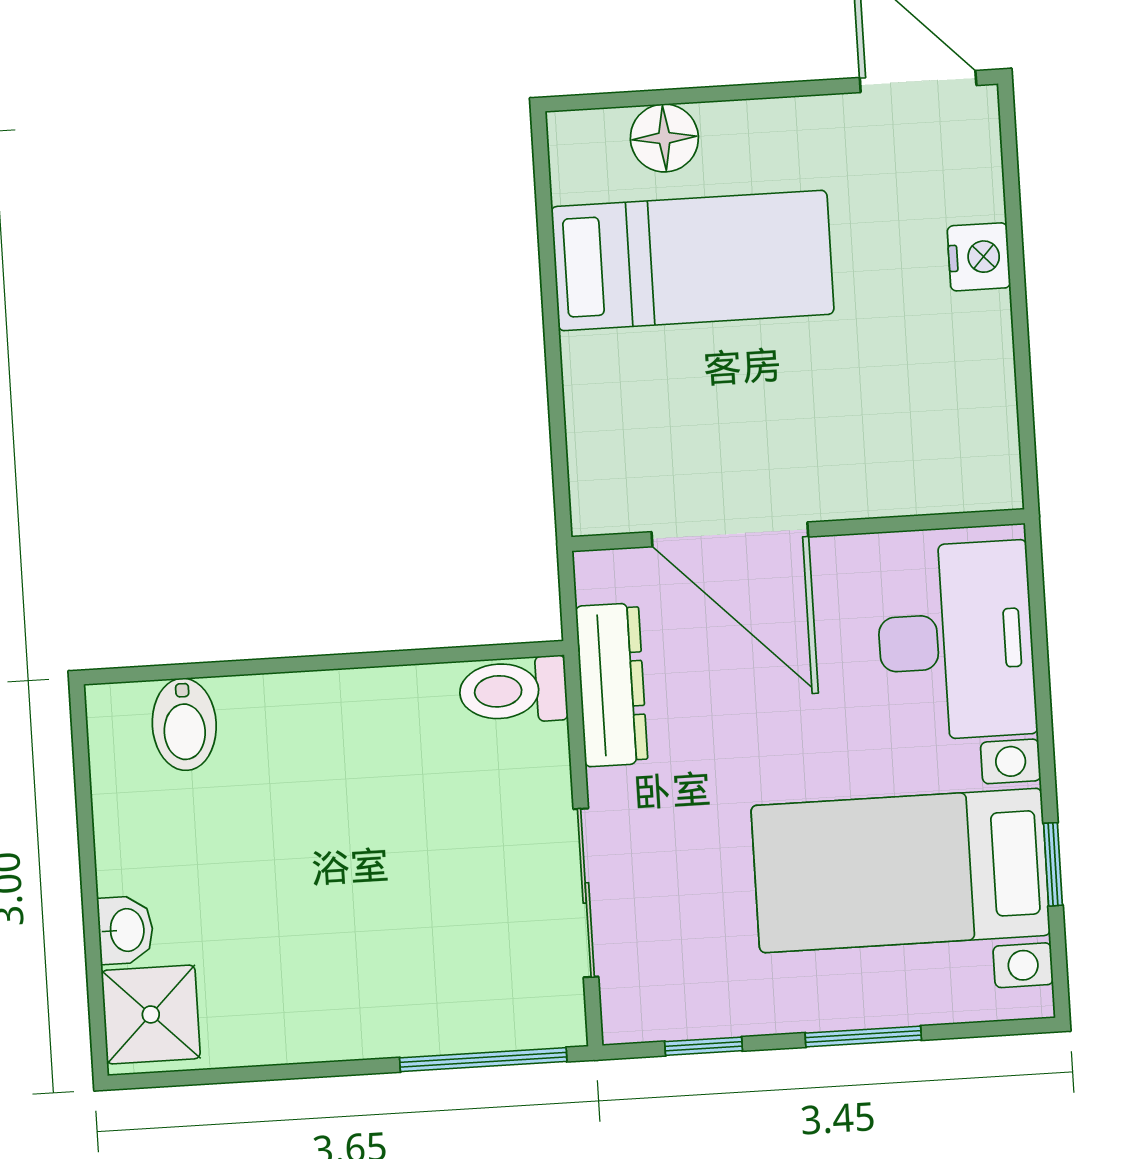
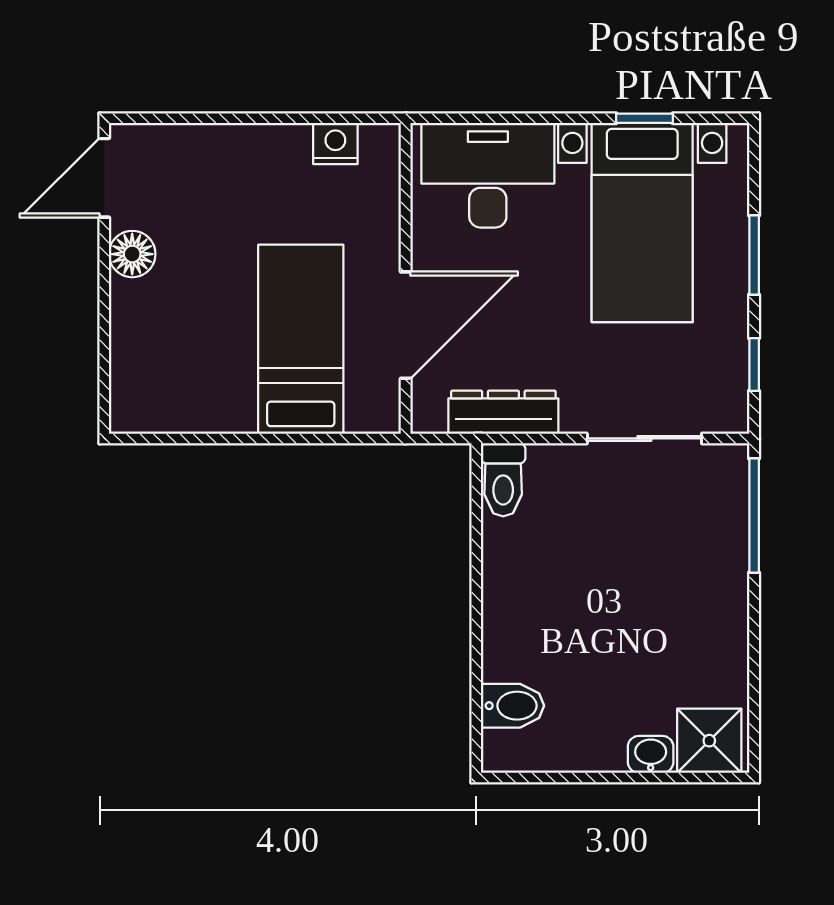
floor lamp: (664, 138) -> (132, 254), moved
nightstand: (979, 257) -> (335, 144), moved
bed: (693, 260) -> (301, 339), moved

